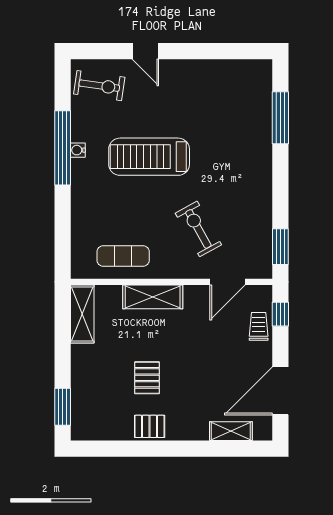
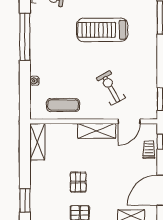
water cooler: (78, 150) -> (35, 81), moved
treadmill: (149, 157) -> (102, 30), moved
shelving: (153, 297) -> (97, 131), moved

